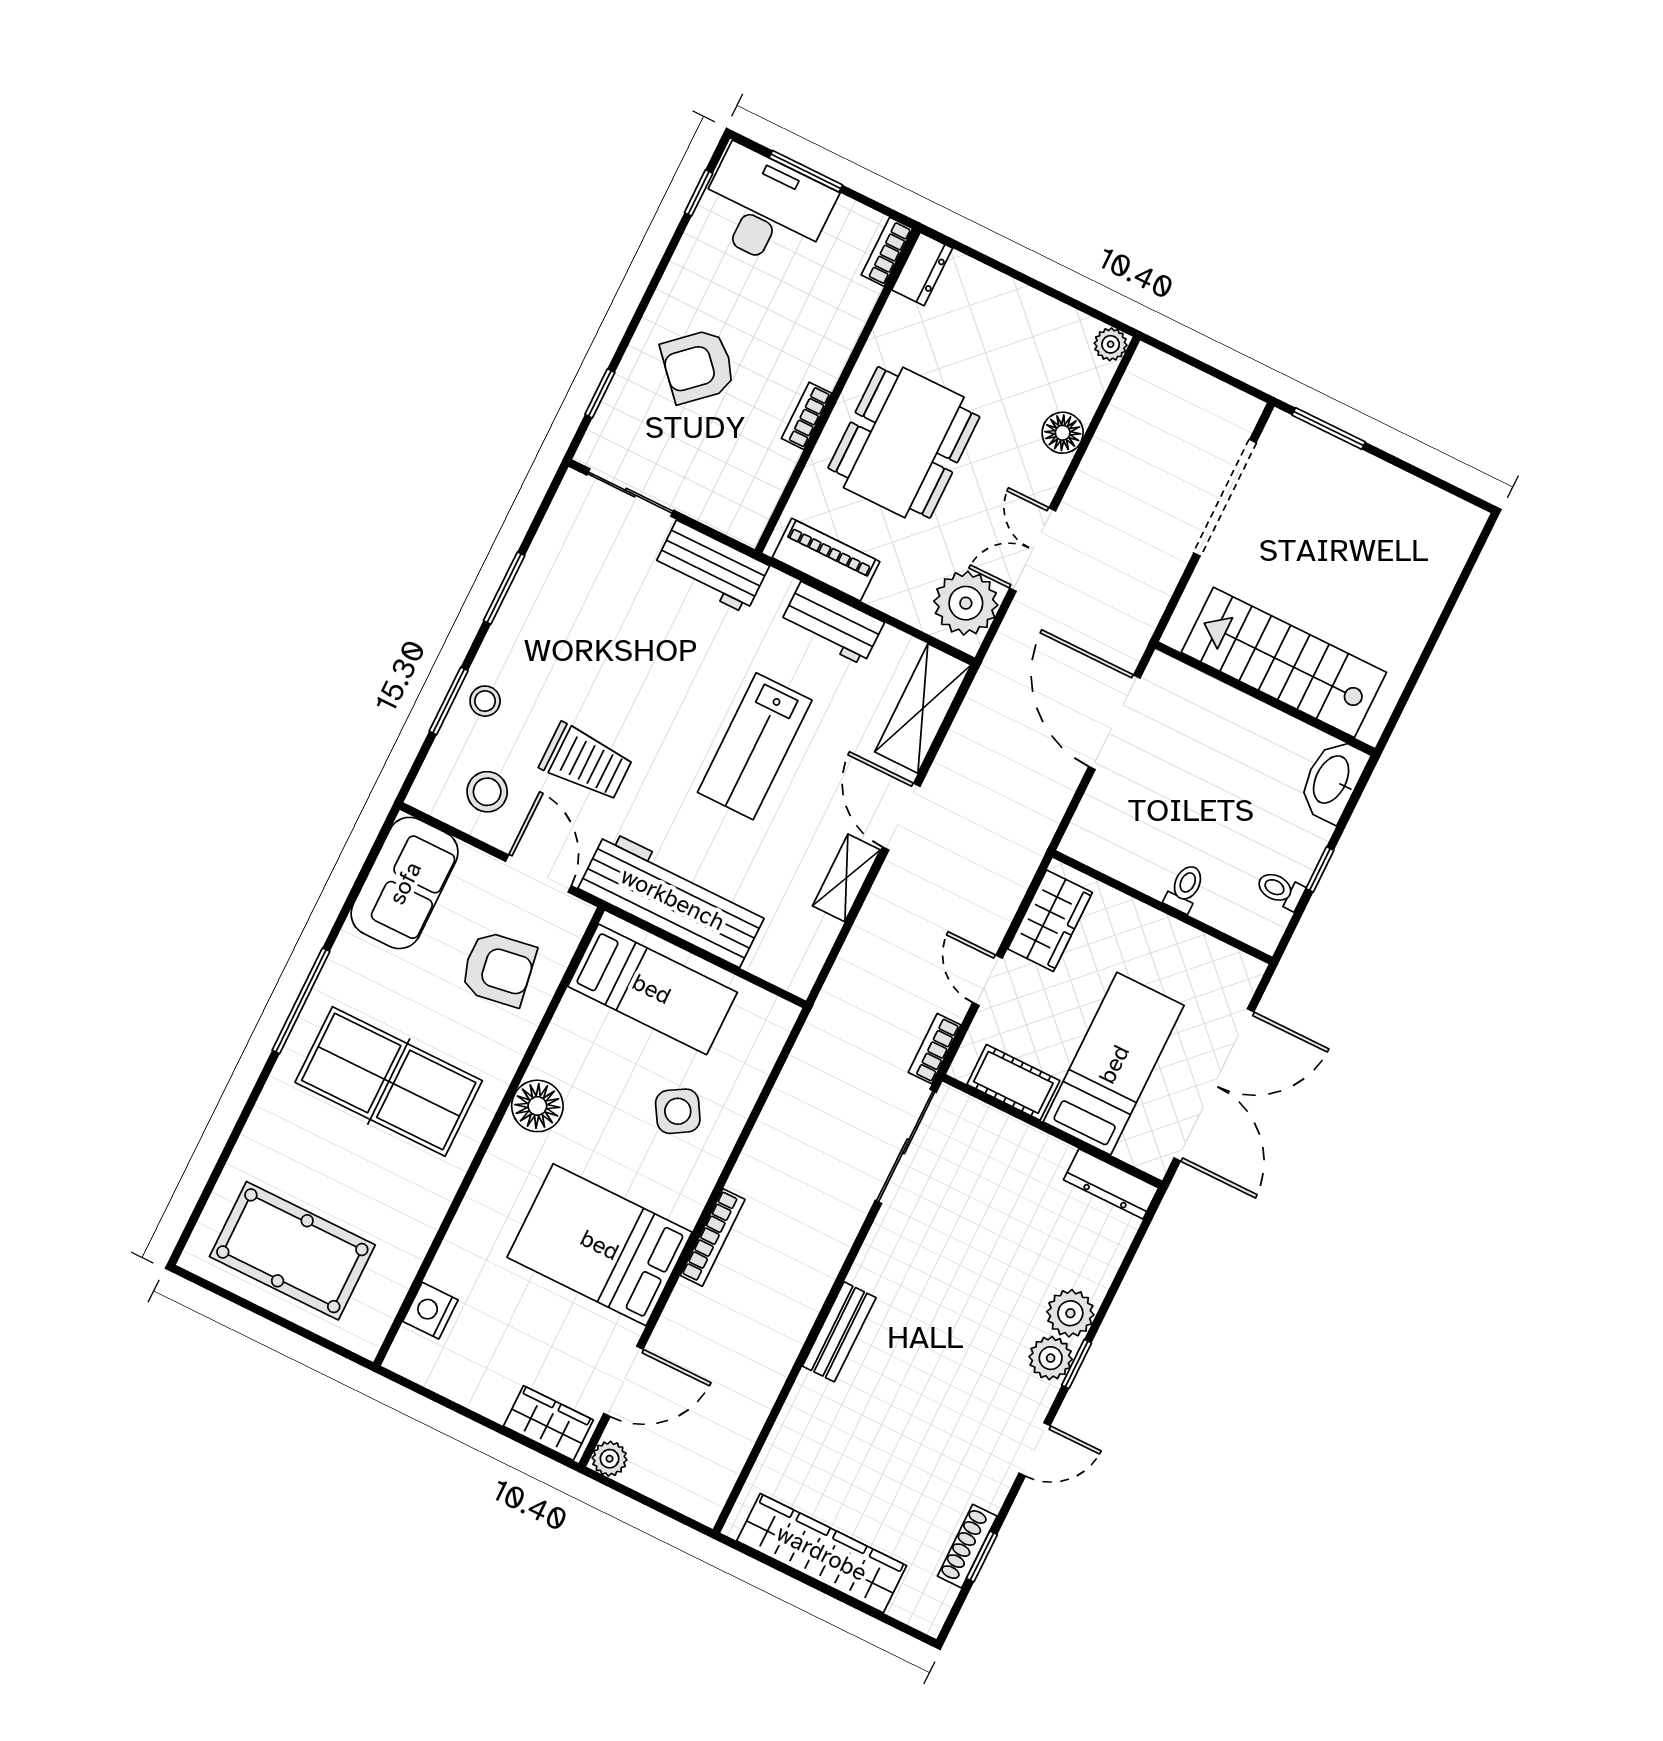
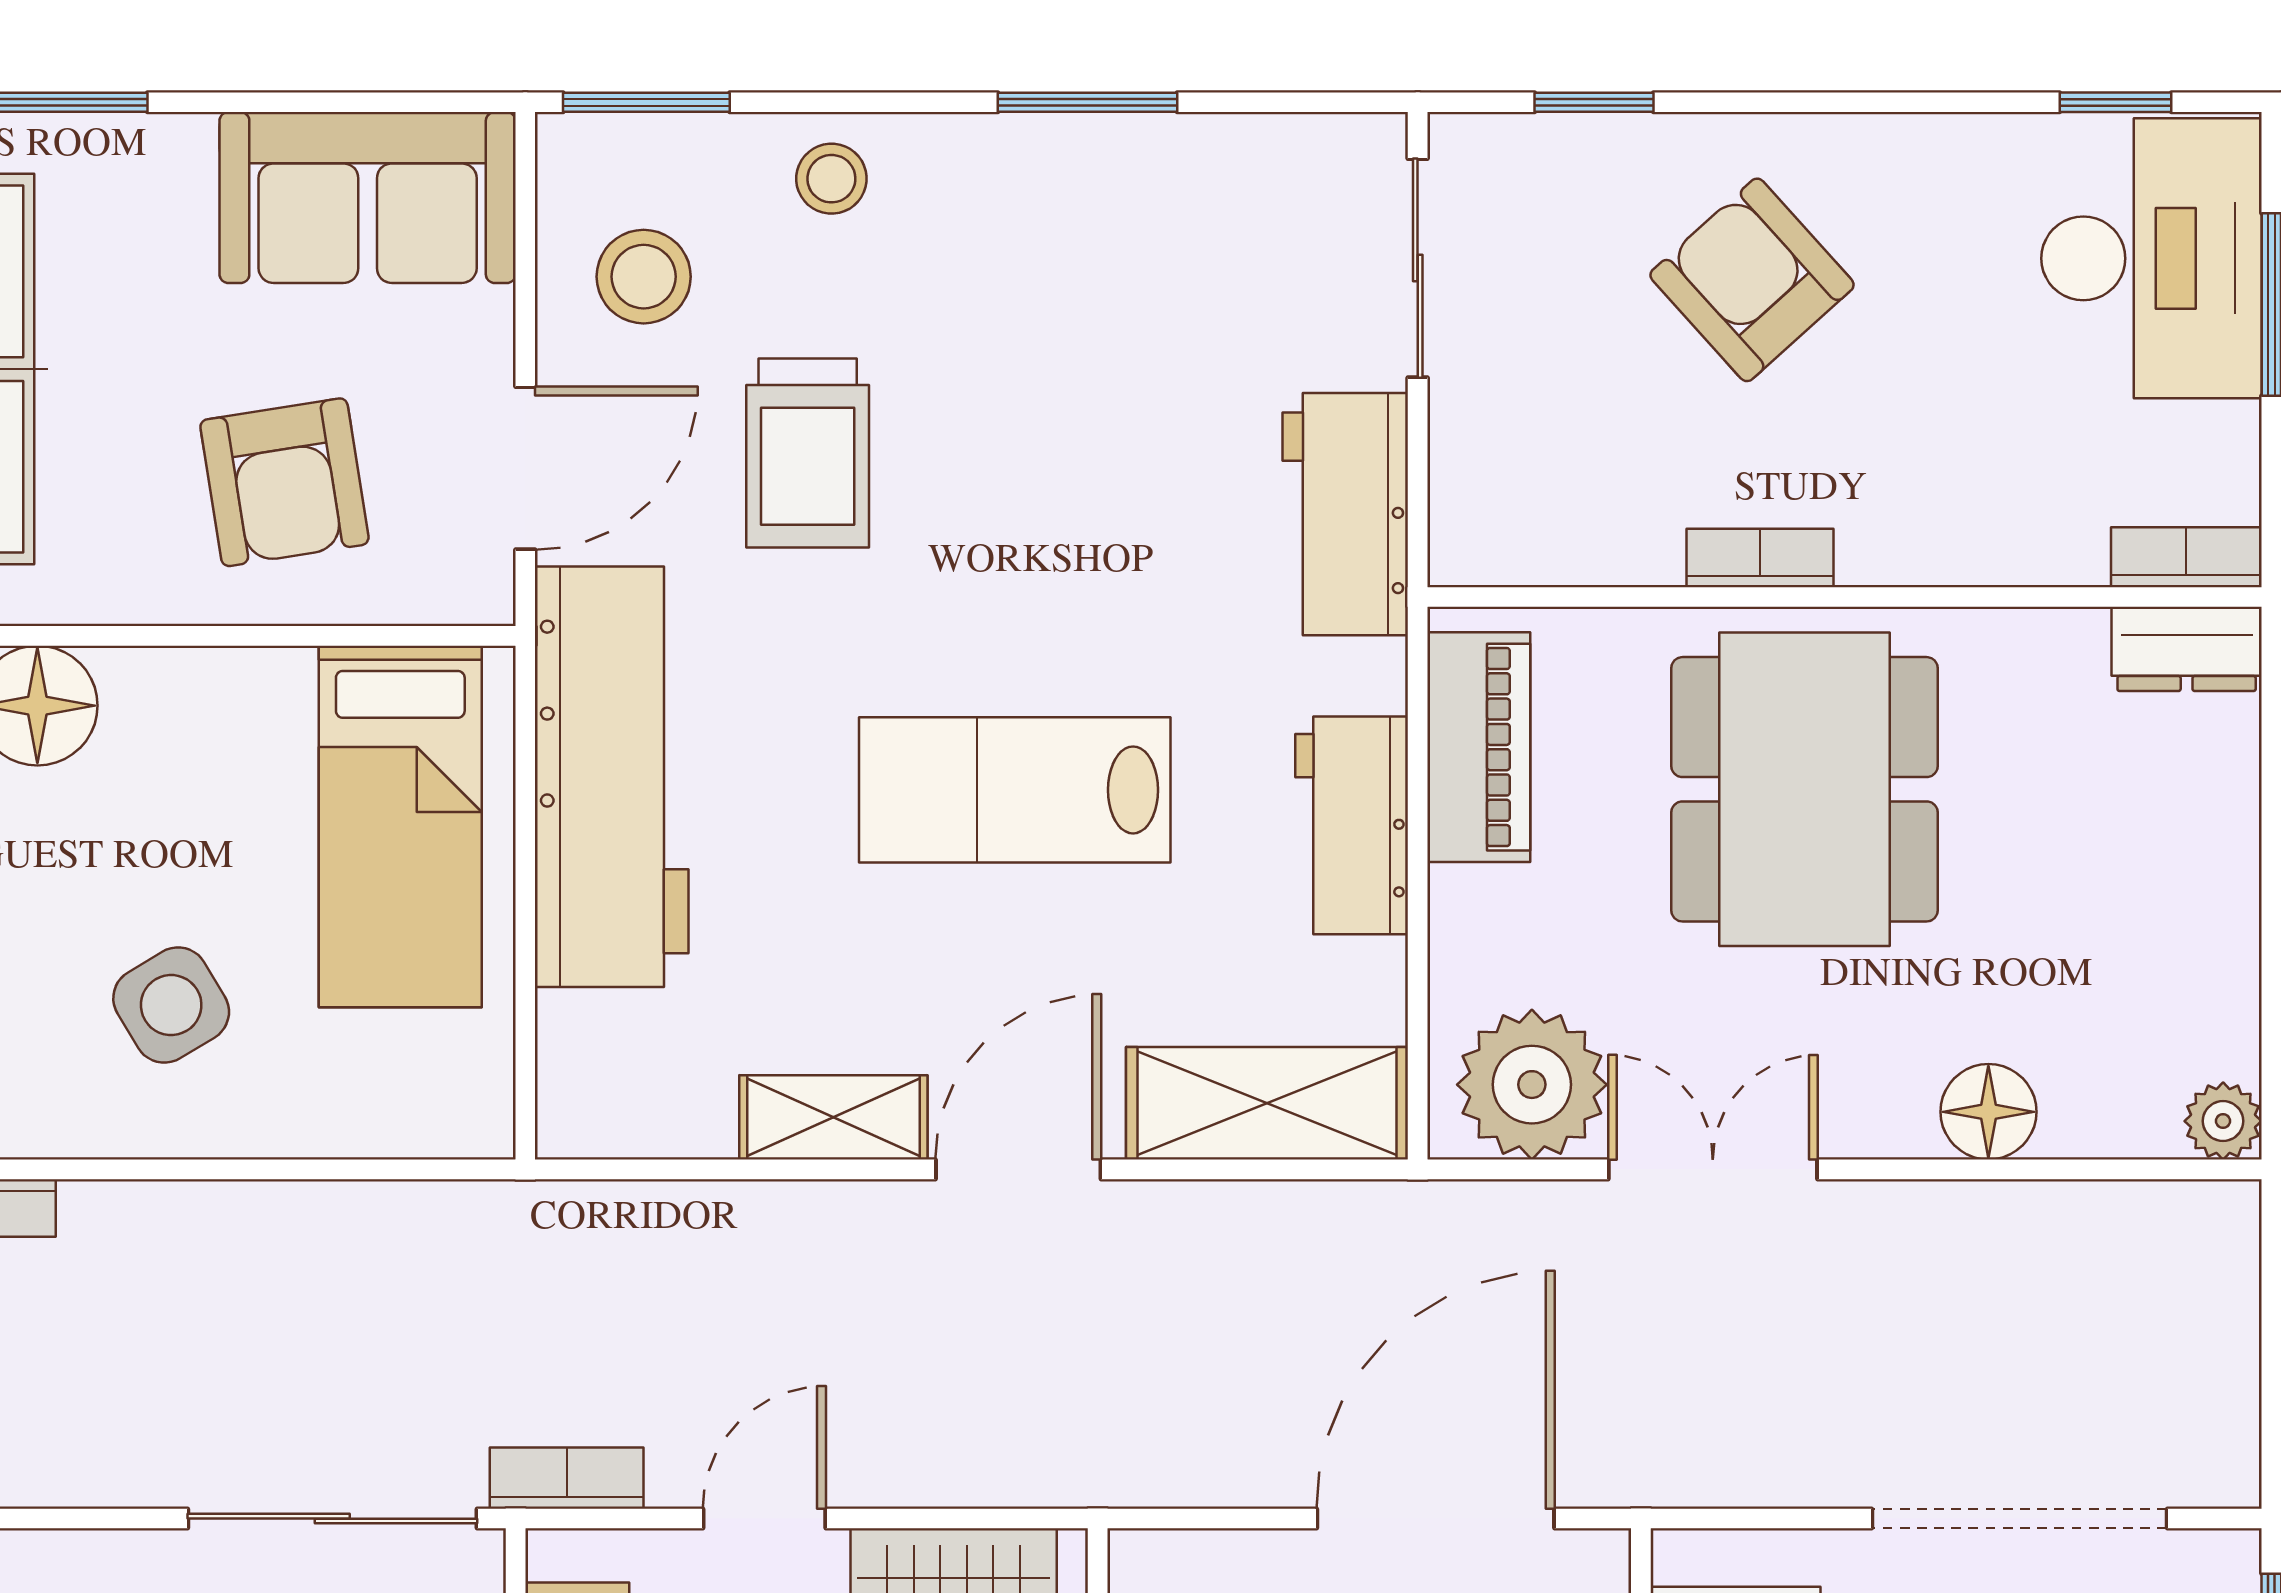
dining table: (904, 442) -> (1805, 789), turned 90
window: (449, 701) -> (646, 102), moved

